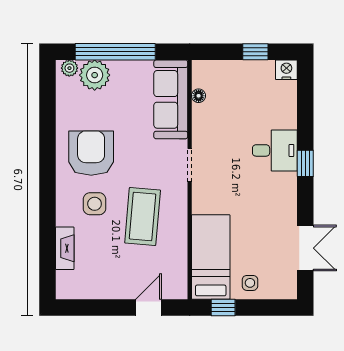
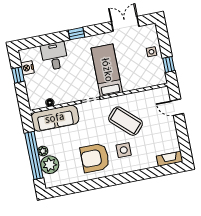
plant: (69, 68) -> (43, 151), moved
nightstand: (286, 70) -> (27, 68), moved
desk: (275, 150) -> (55, 56), moved
coffee table: (143, 216) -> (125, 121), turned 38
fireplace: (65, 248) -> (170, 159), moved
bed: (211, 257) -> (107, 70), moved, turned 90

